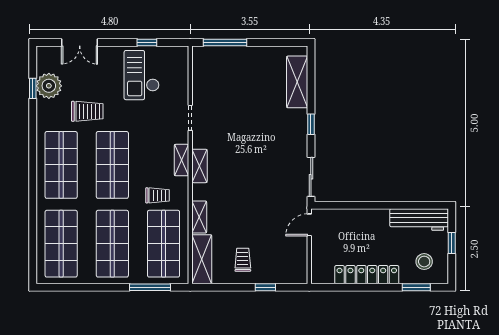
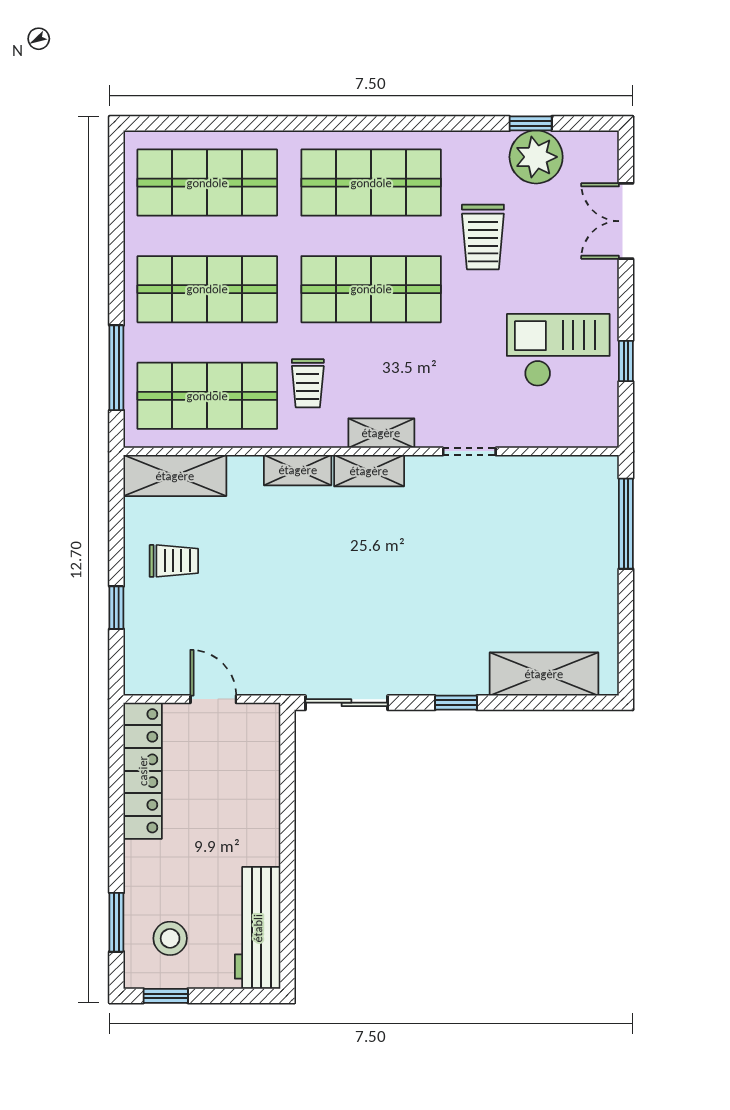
shelving: (199, 217) -> (298, 470), moved
door: (309, 225) -> (213, 699), moved
window: (452, 243) -> (166, 996), moved
locker: (367, 275) -> (143, 771), moved

